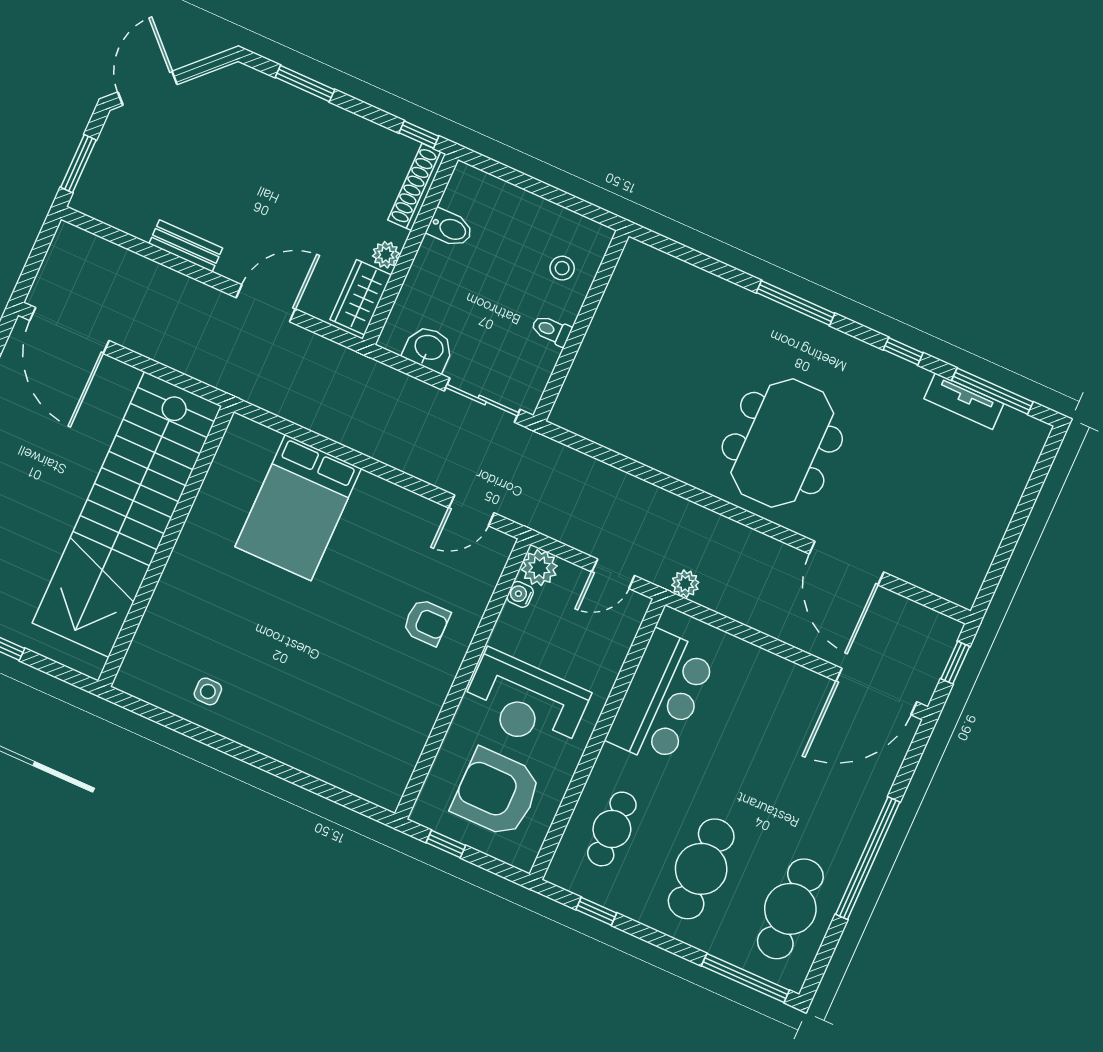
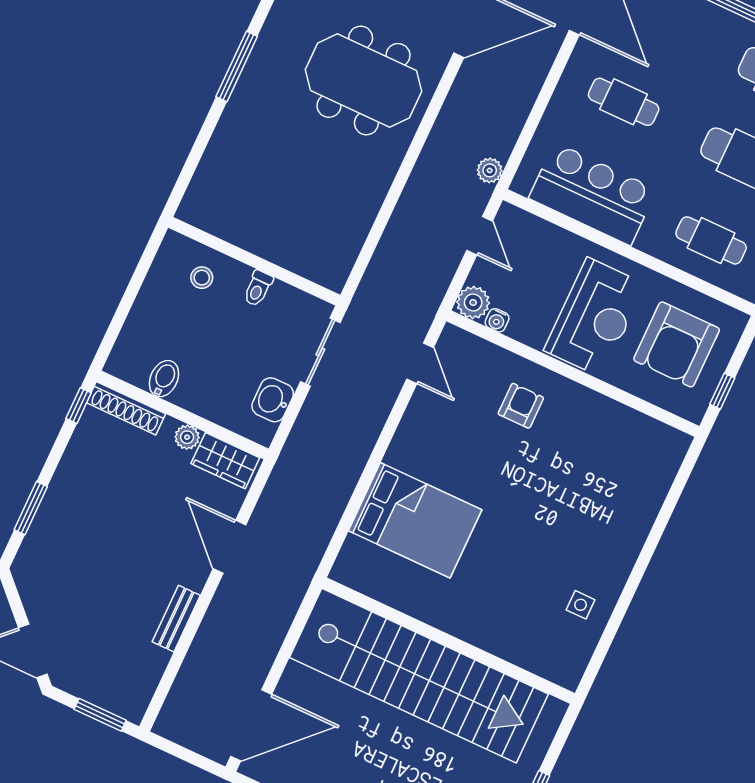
cafe table: (763, 730) -> (624, 102), added

